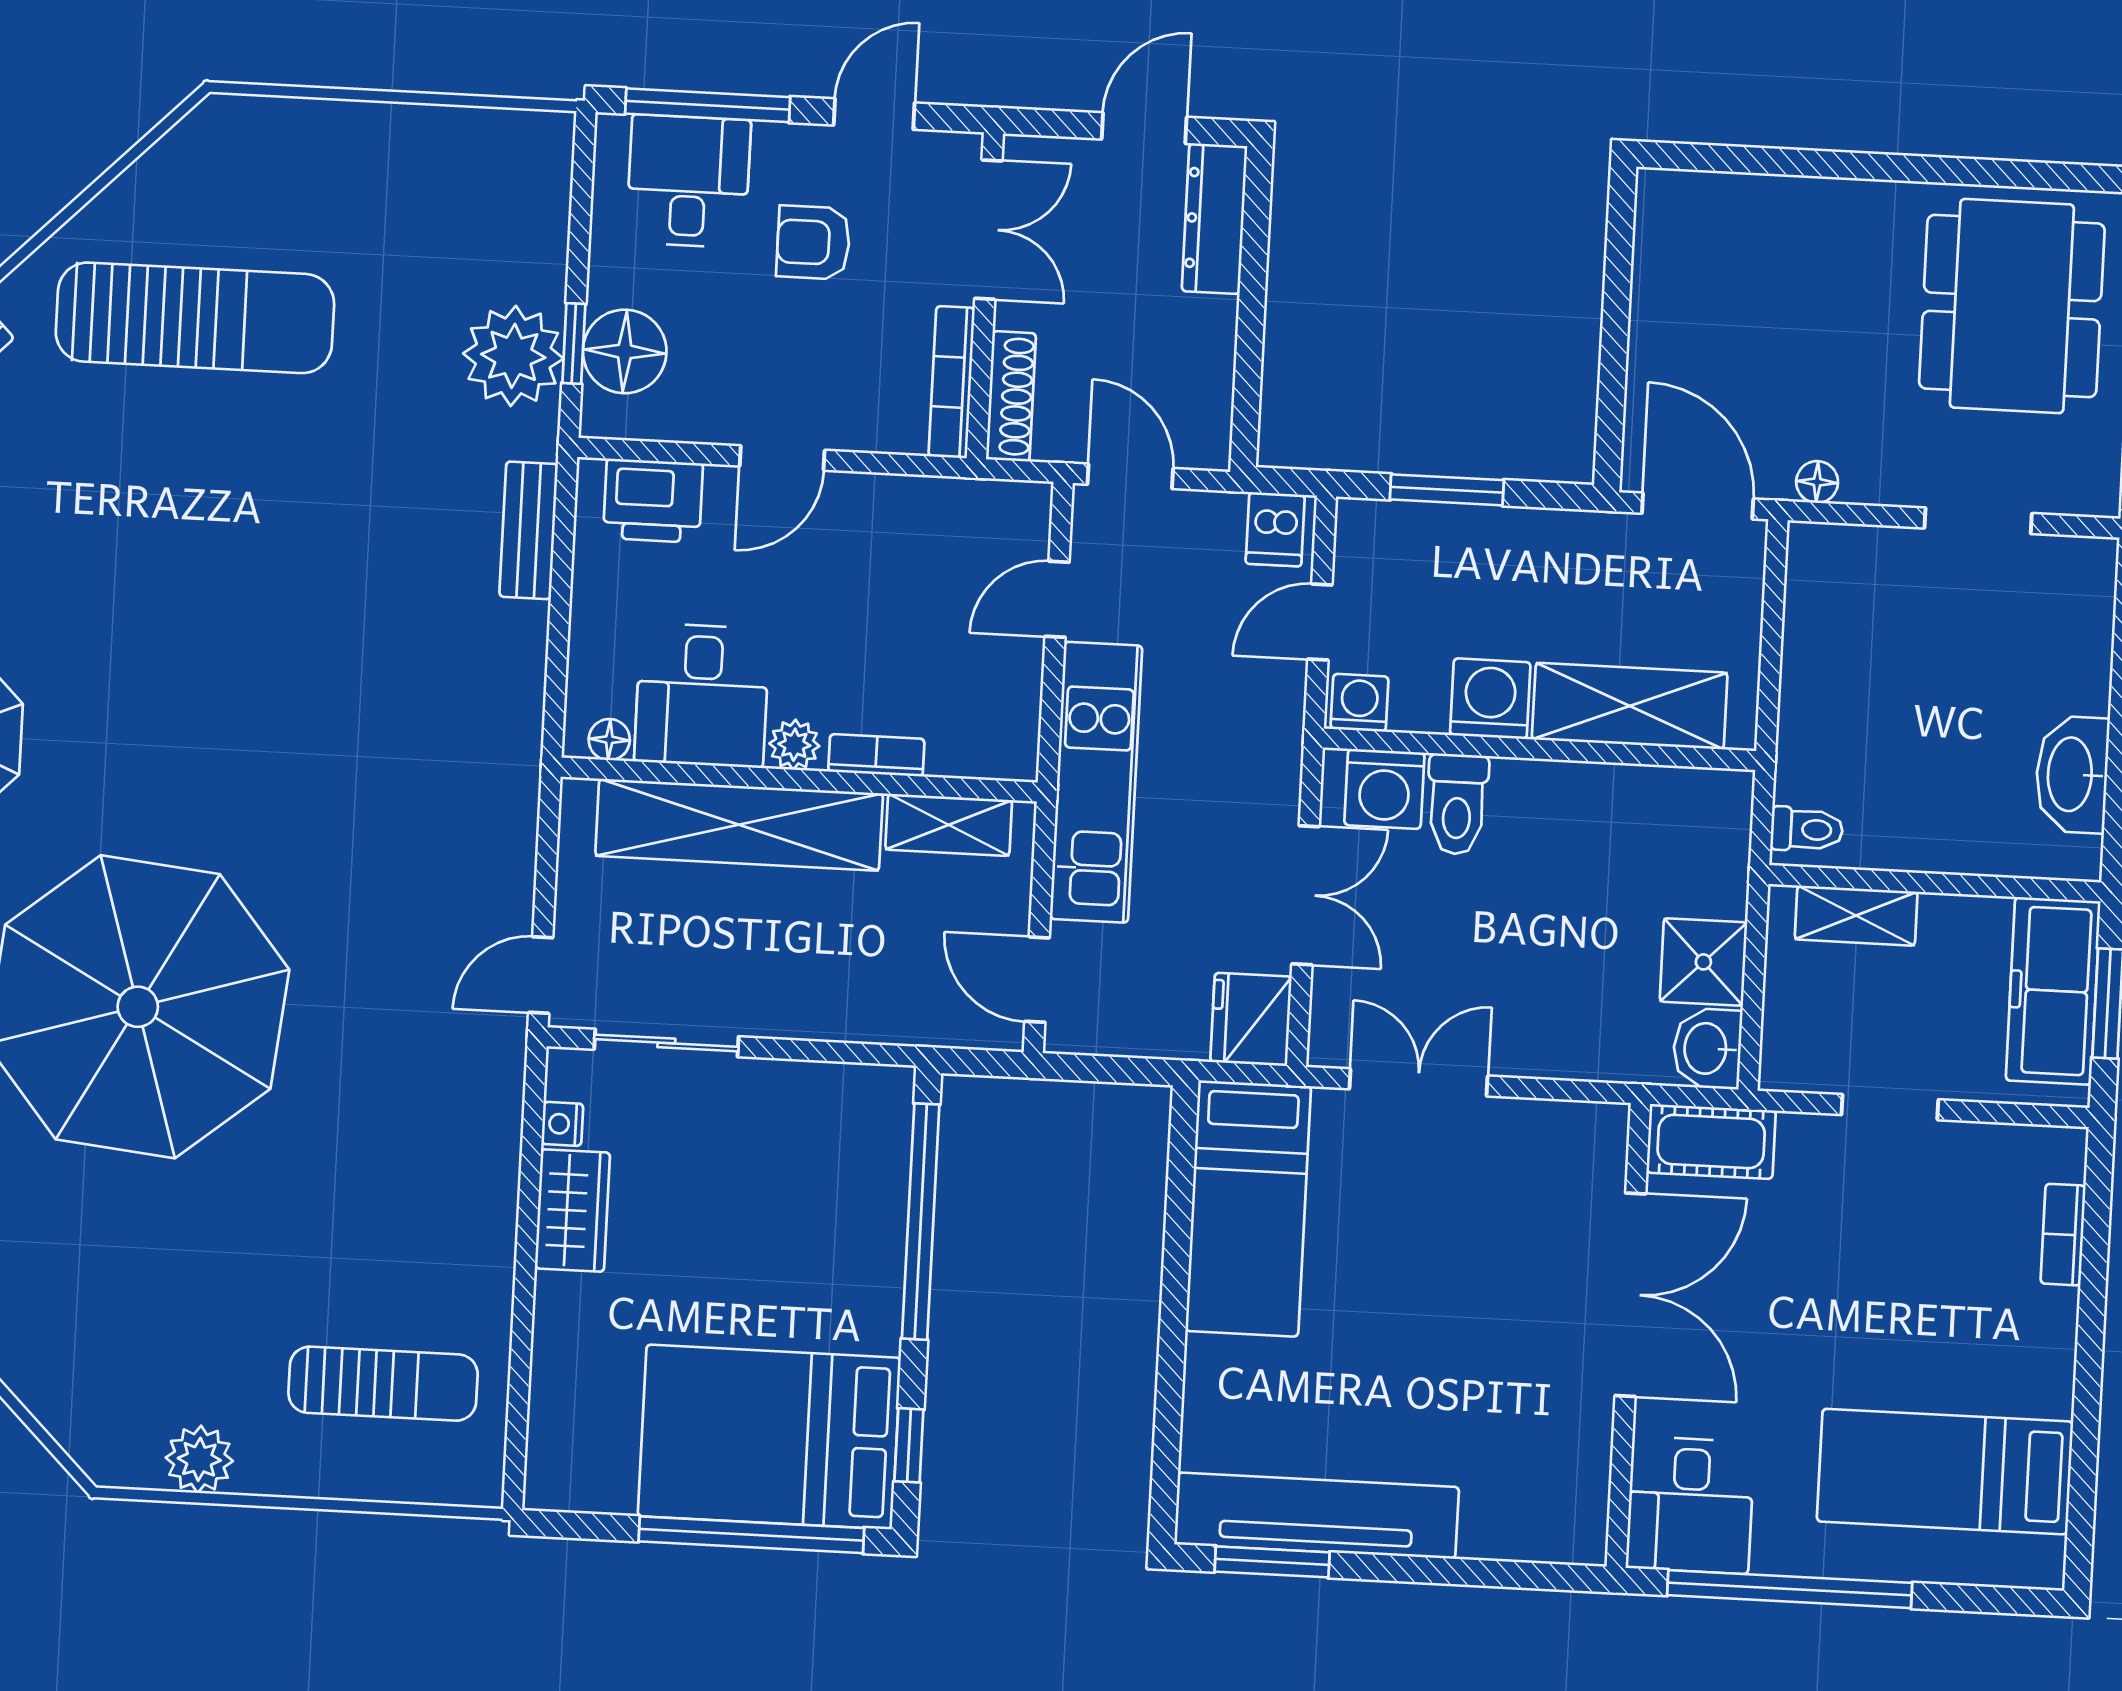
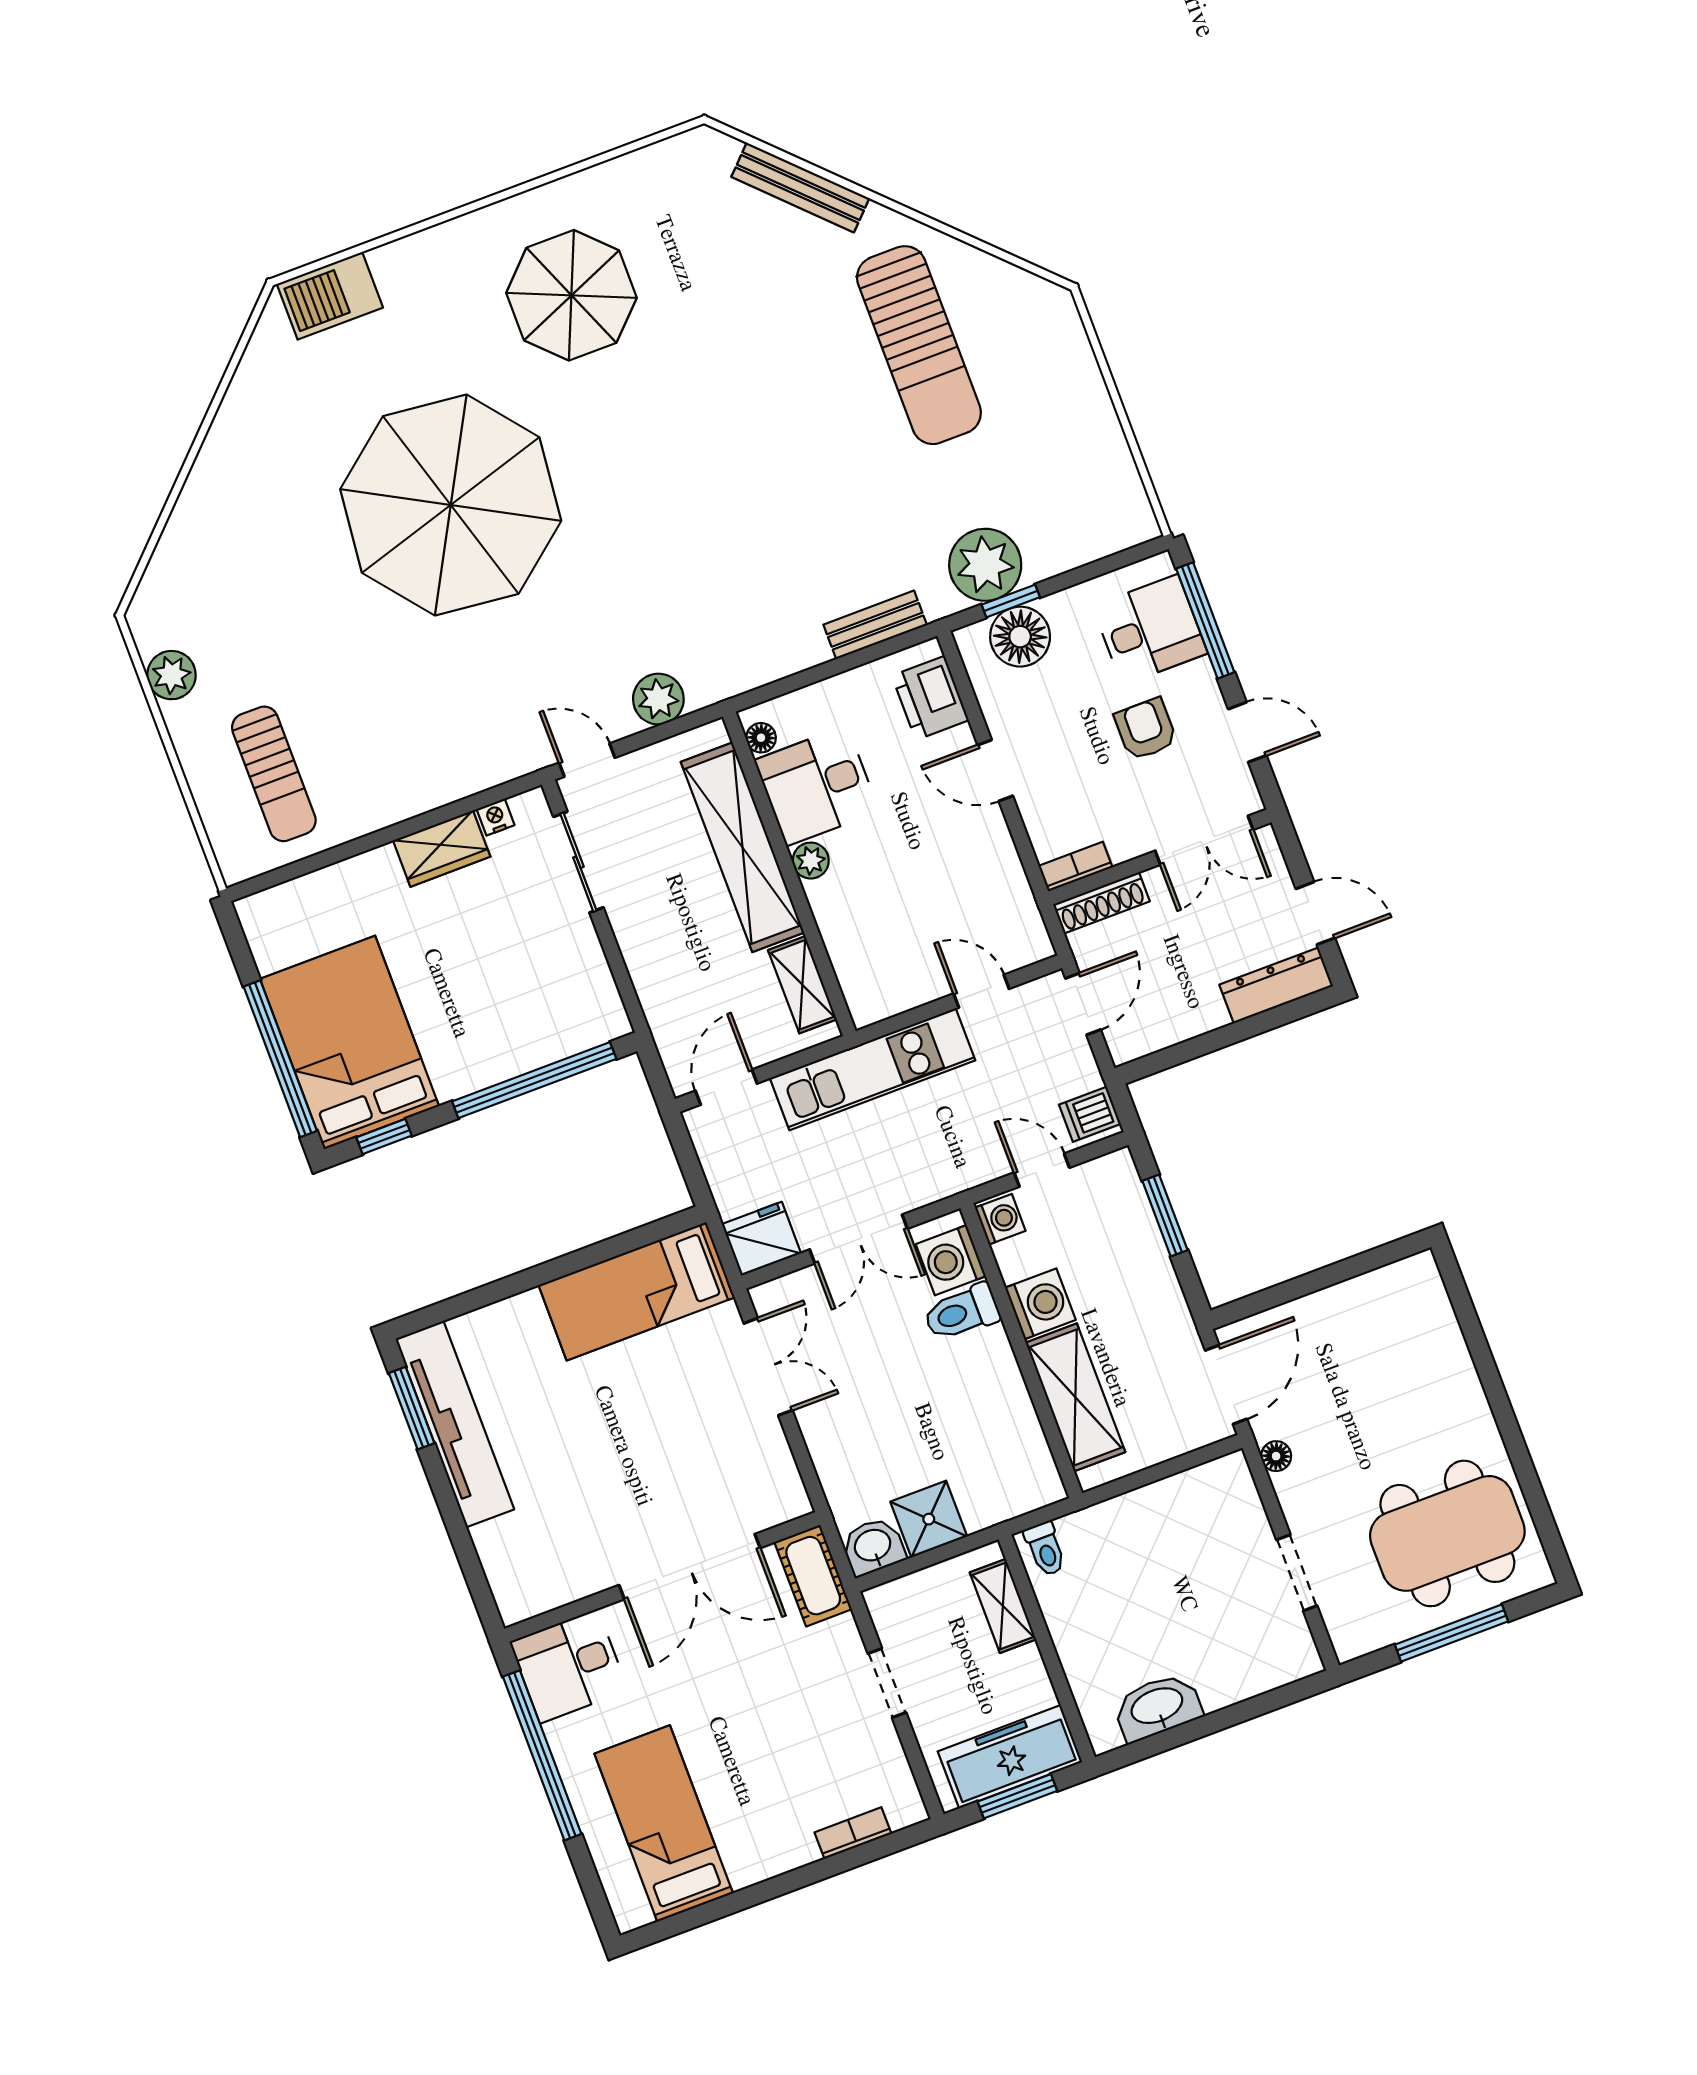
bookcase: (952, 382) -> (1075, 867), width x0.64
bookcase: (876, 755) -> (827, 917), removed
plant: (502, 849) -> (658, 699), added

